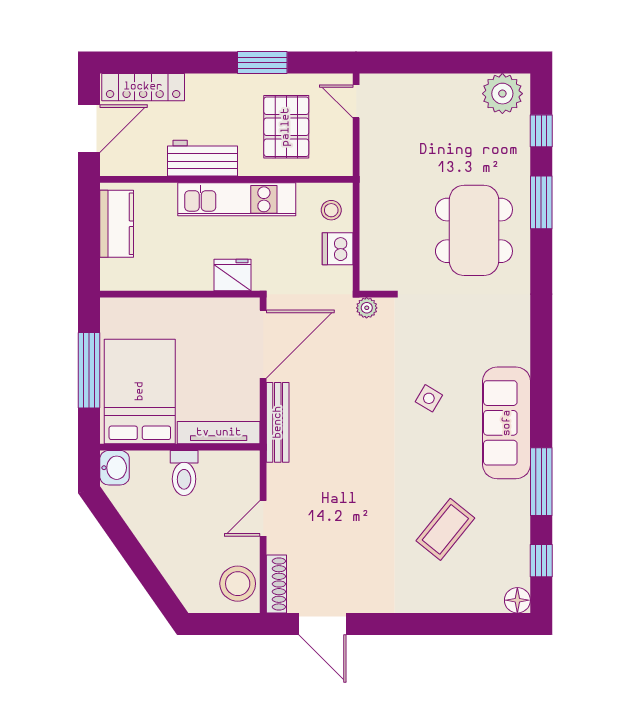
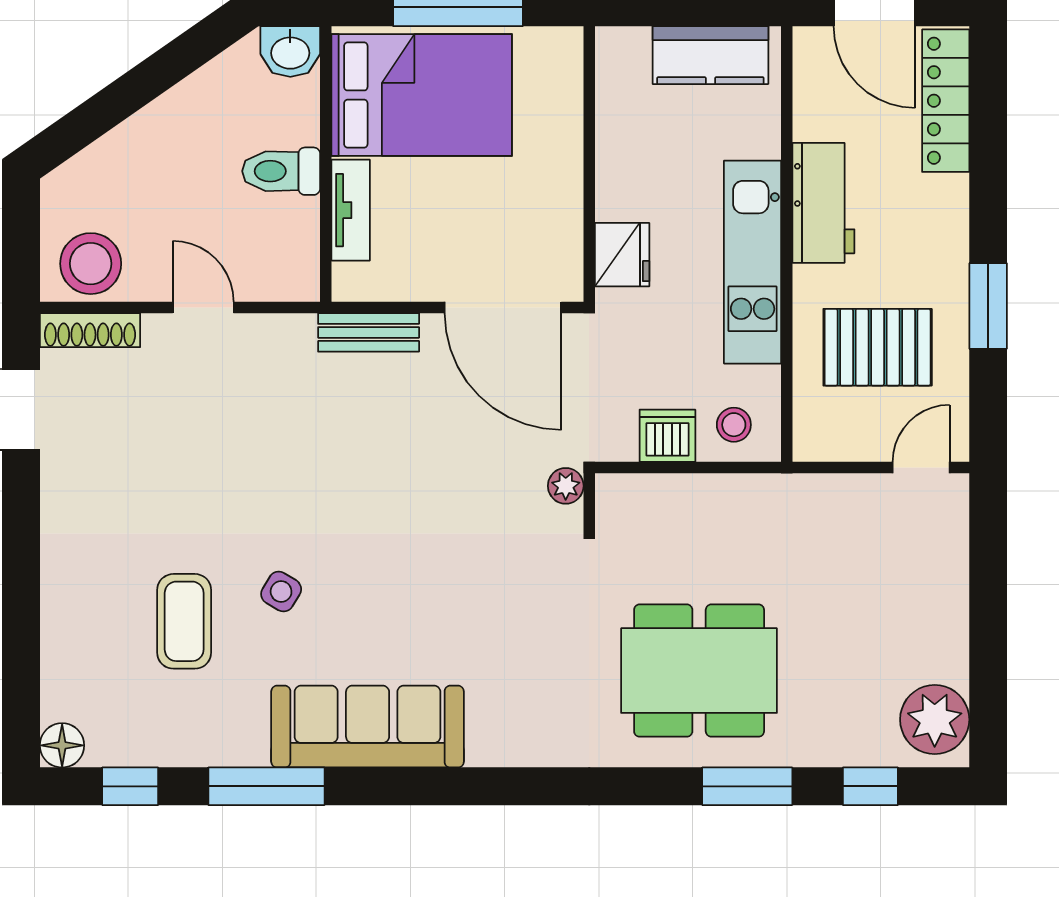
side table: (429, 398) -> (281, 592), moved
bench: (278, 422) -> (369, 332), width x0.73
tv unit: (219, 433) -> (351, 210), width x0.71
coffee table: (445, 529) -> (184, 621), turned 51

